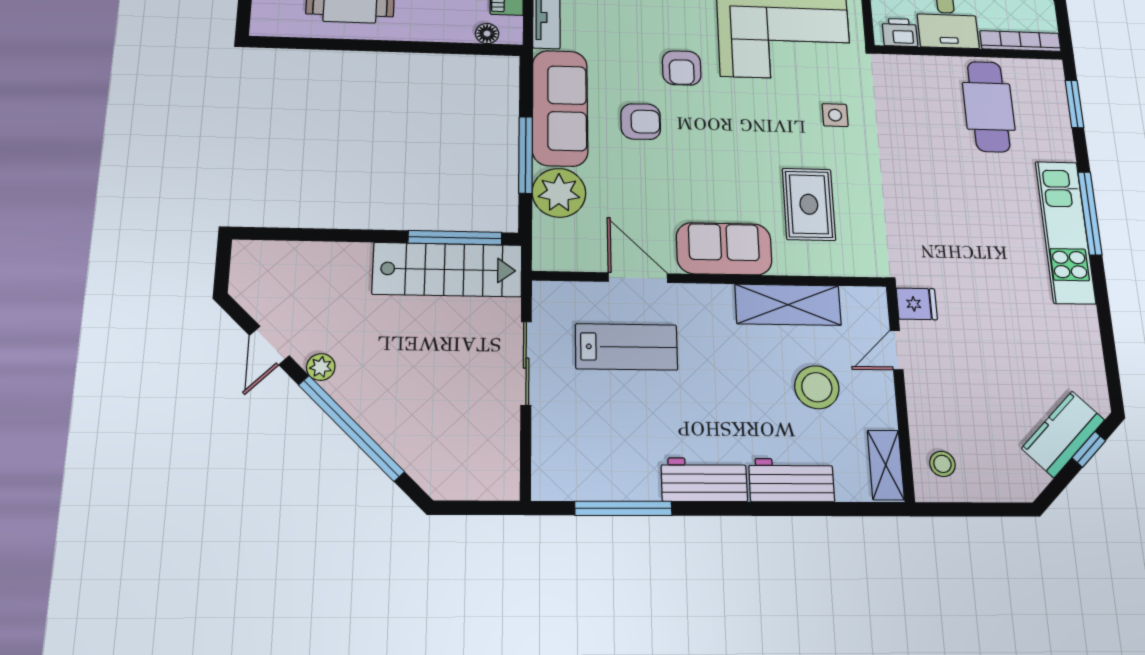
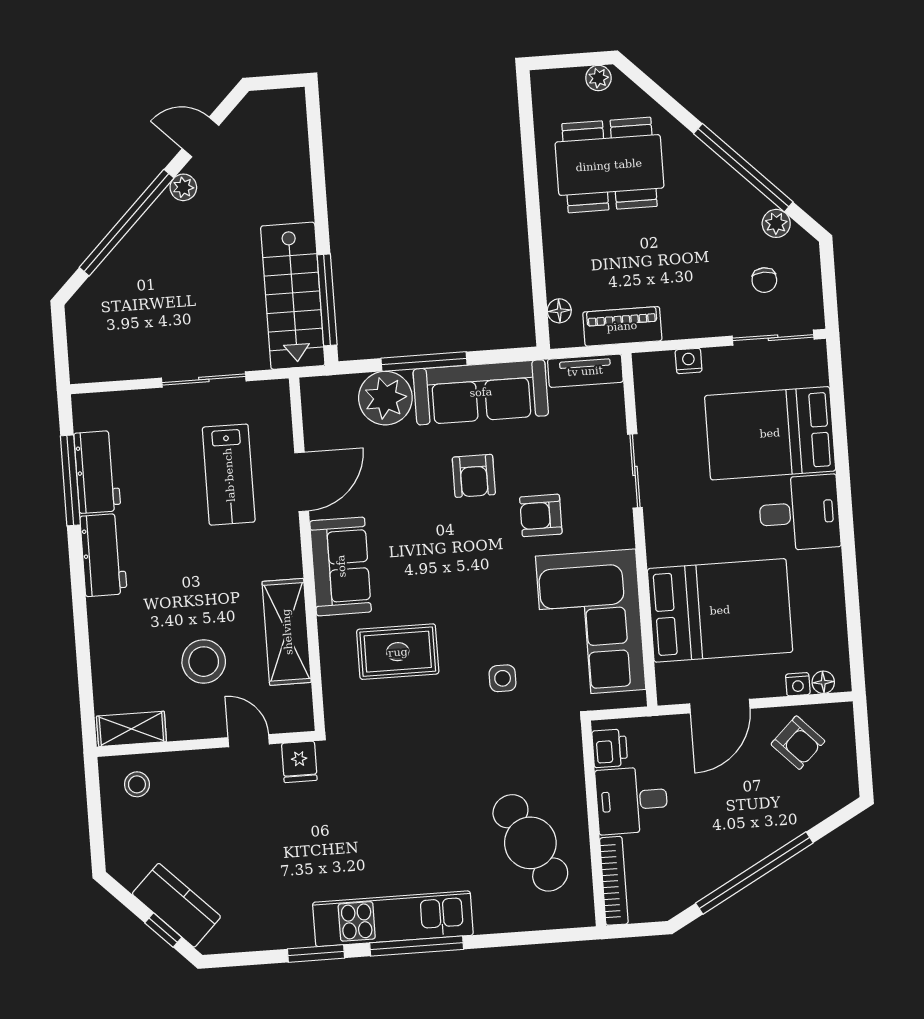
window: (1074, 104) -> (316, 953), moved
cafe table: (989, 106) -> (530, 843), turned 62
workbench: (791, 480) -> (97, 472), moved

